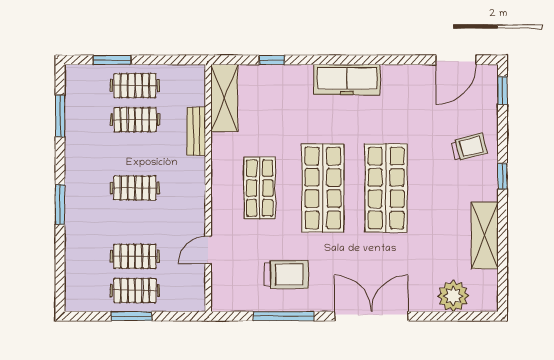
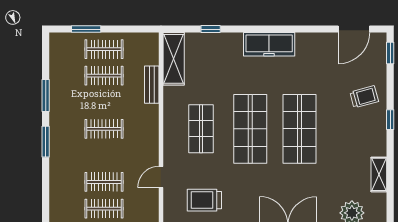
window: (60, 116) -> (46, 96), moved
shelving: (485, 235) -> (379, 174), width x0.67, depth x0.75
trolley: (286, 275) -> (204, 200), moved, turned 180

